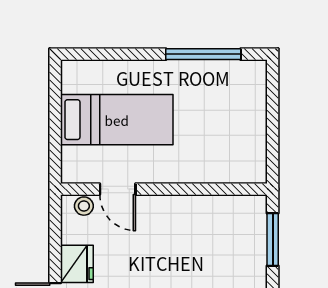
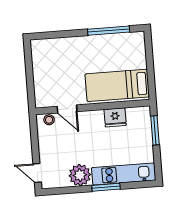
bed: (117, 120) -> (117, 85), moved, turned 180
fridge: (77, 264) -> (115, 117), moved, turned 90

